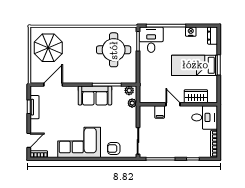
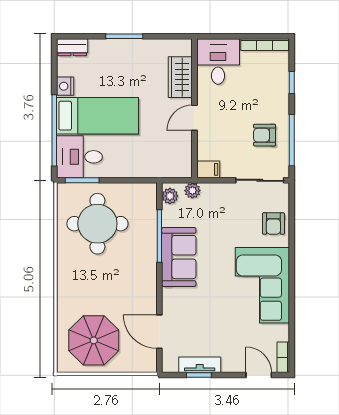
bed: (195, 65) -> (98, 116), moved, turned -90
filing cabinet: (160, 112) -> (208, 169), moved
armchair: (163, 144) -> (265, 135), added

